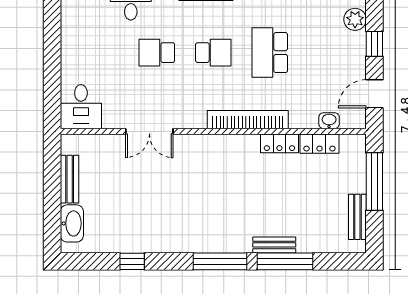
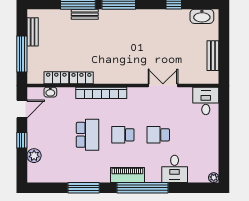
school desk: (157, 53) -> (158, 135), turned 180
washbasin: (72, 223) -> (202, 16), moved, turned -90

